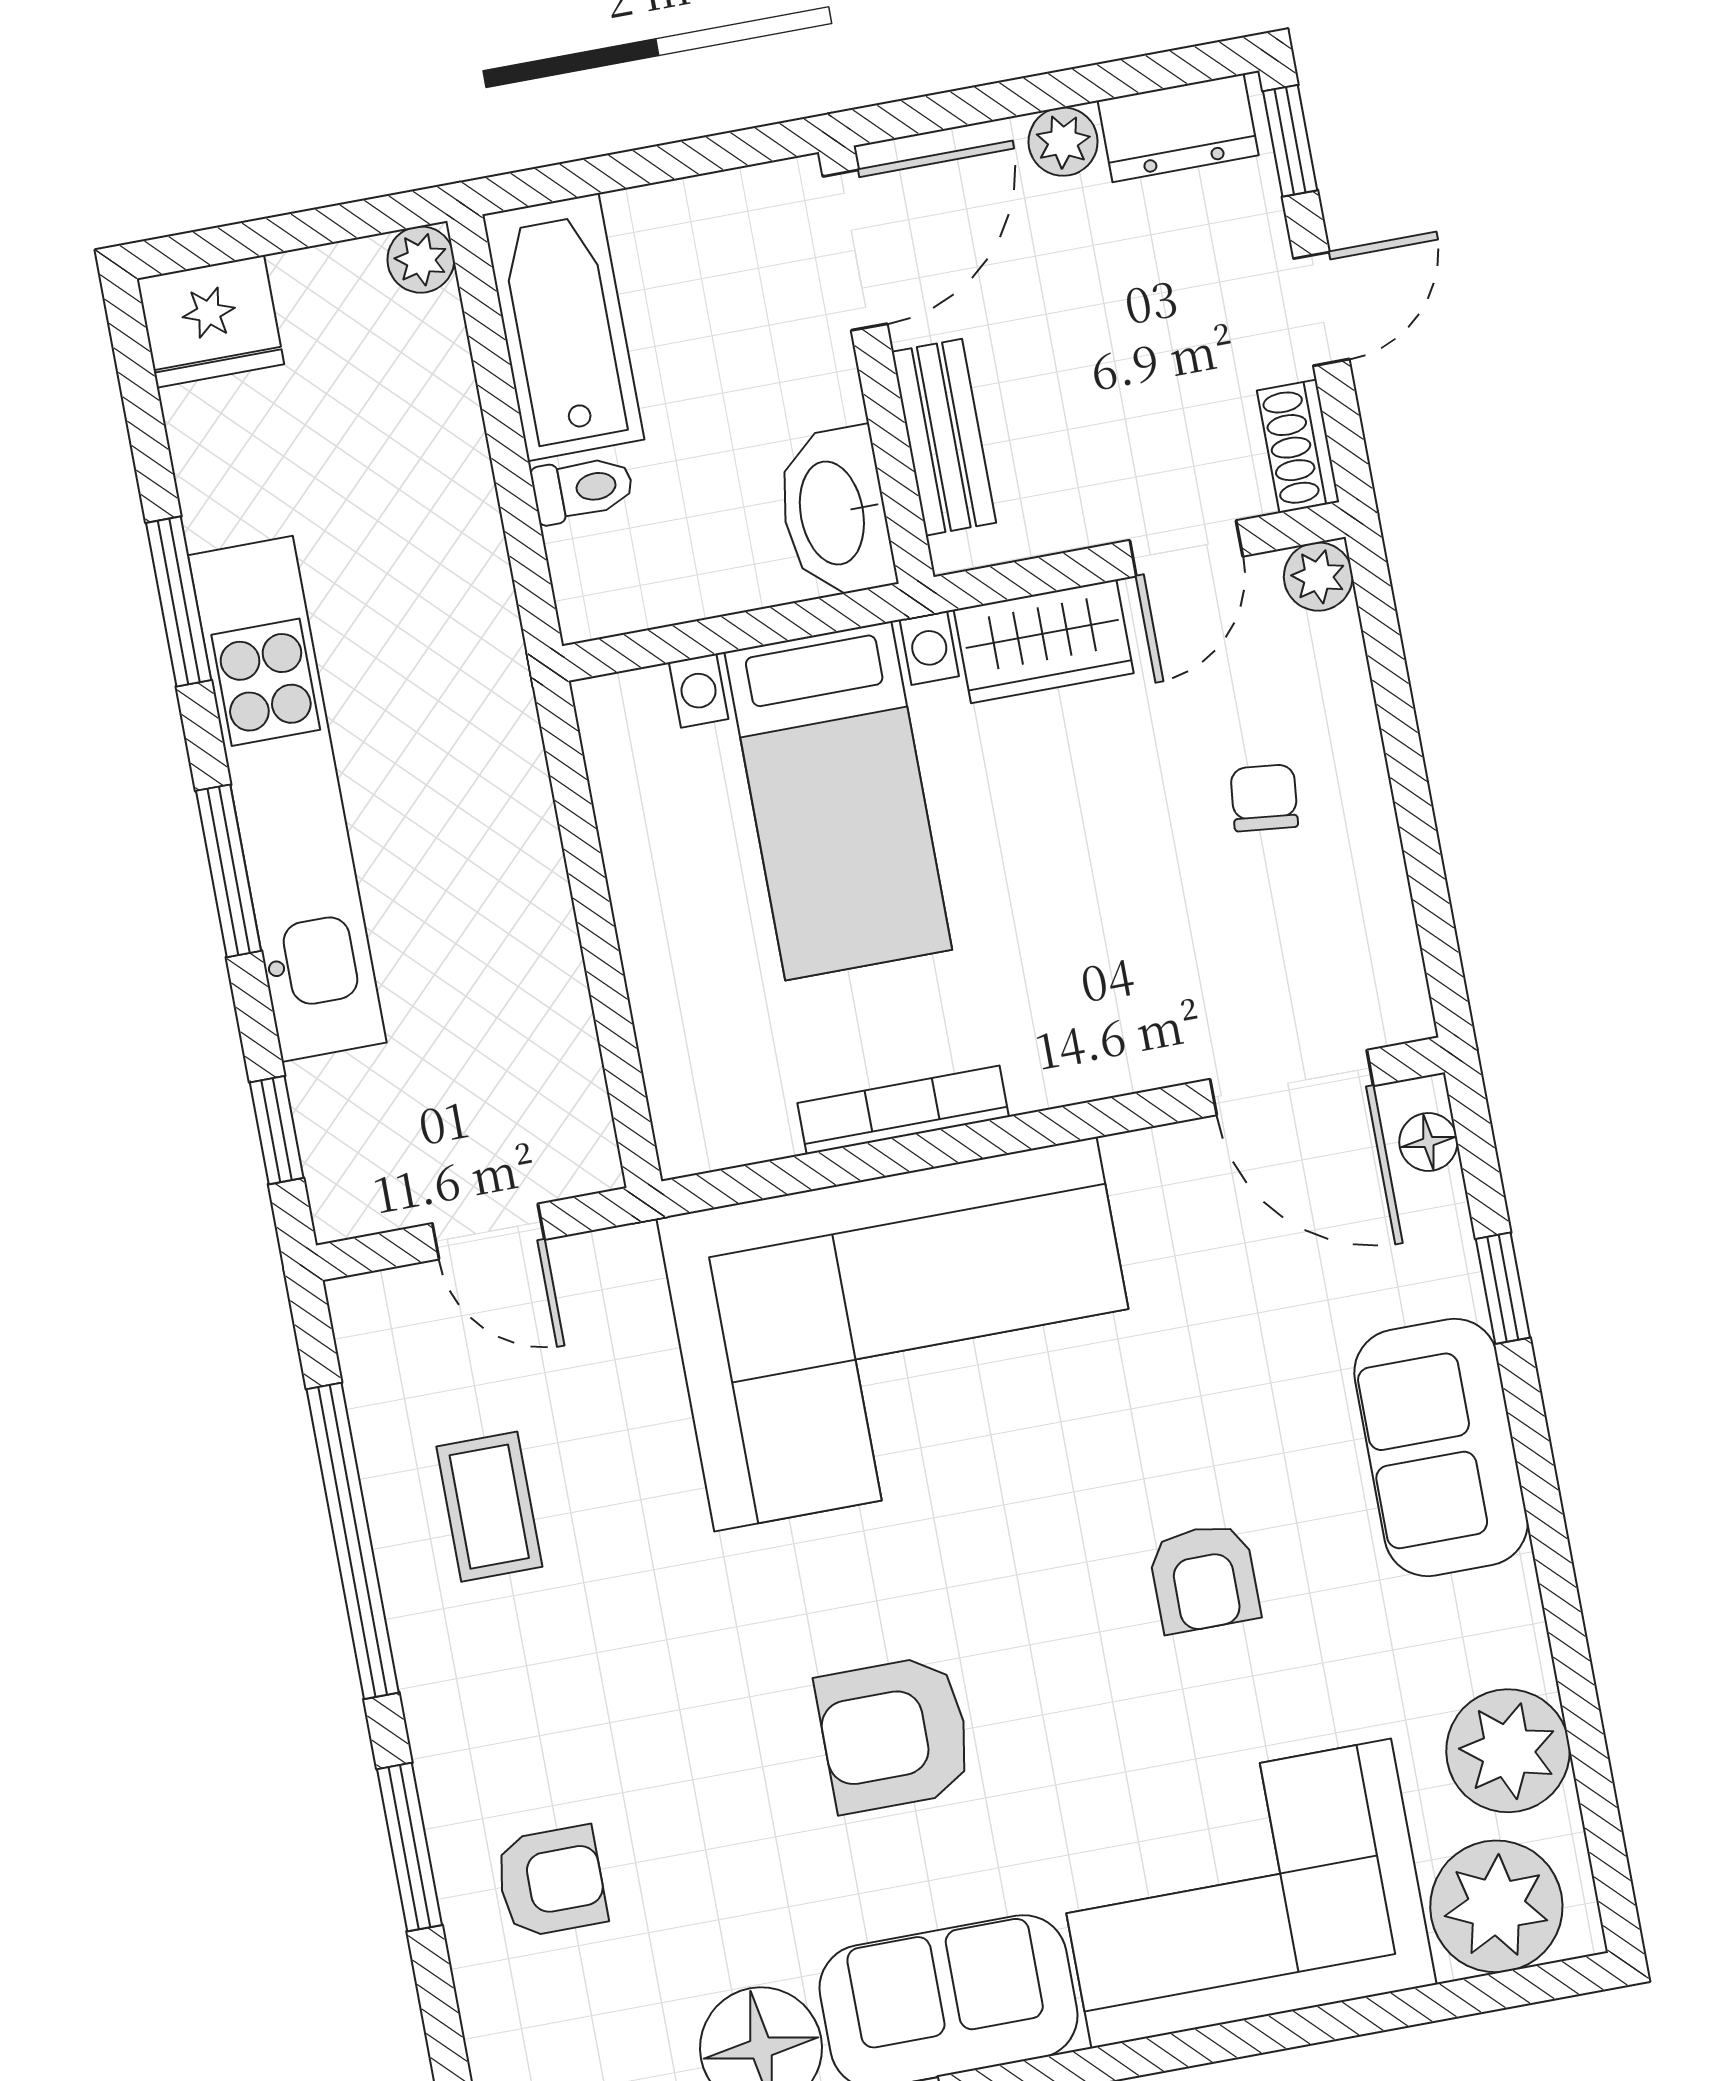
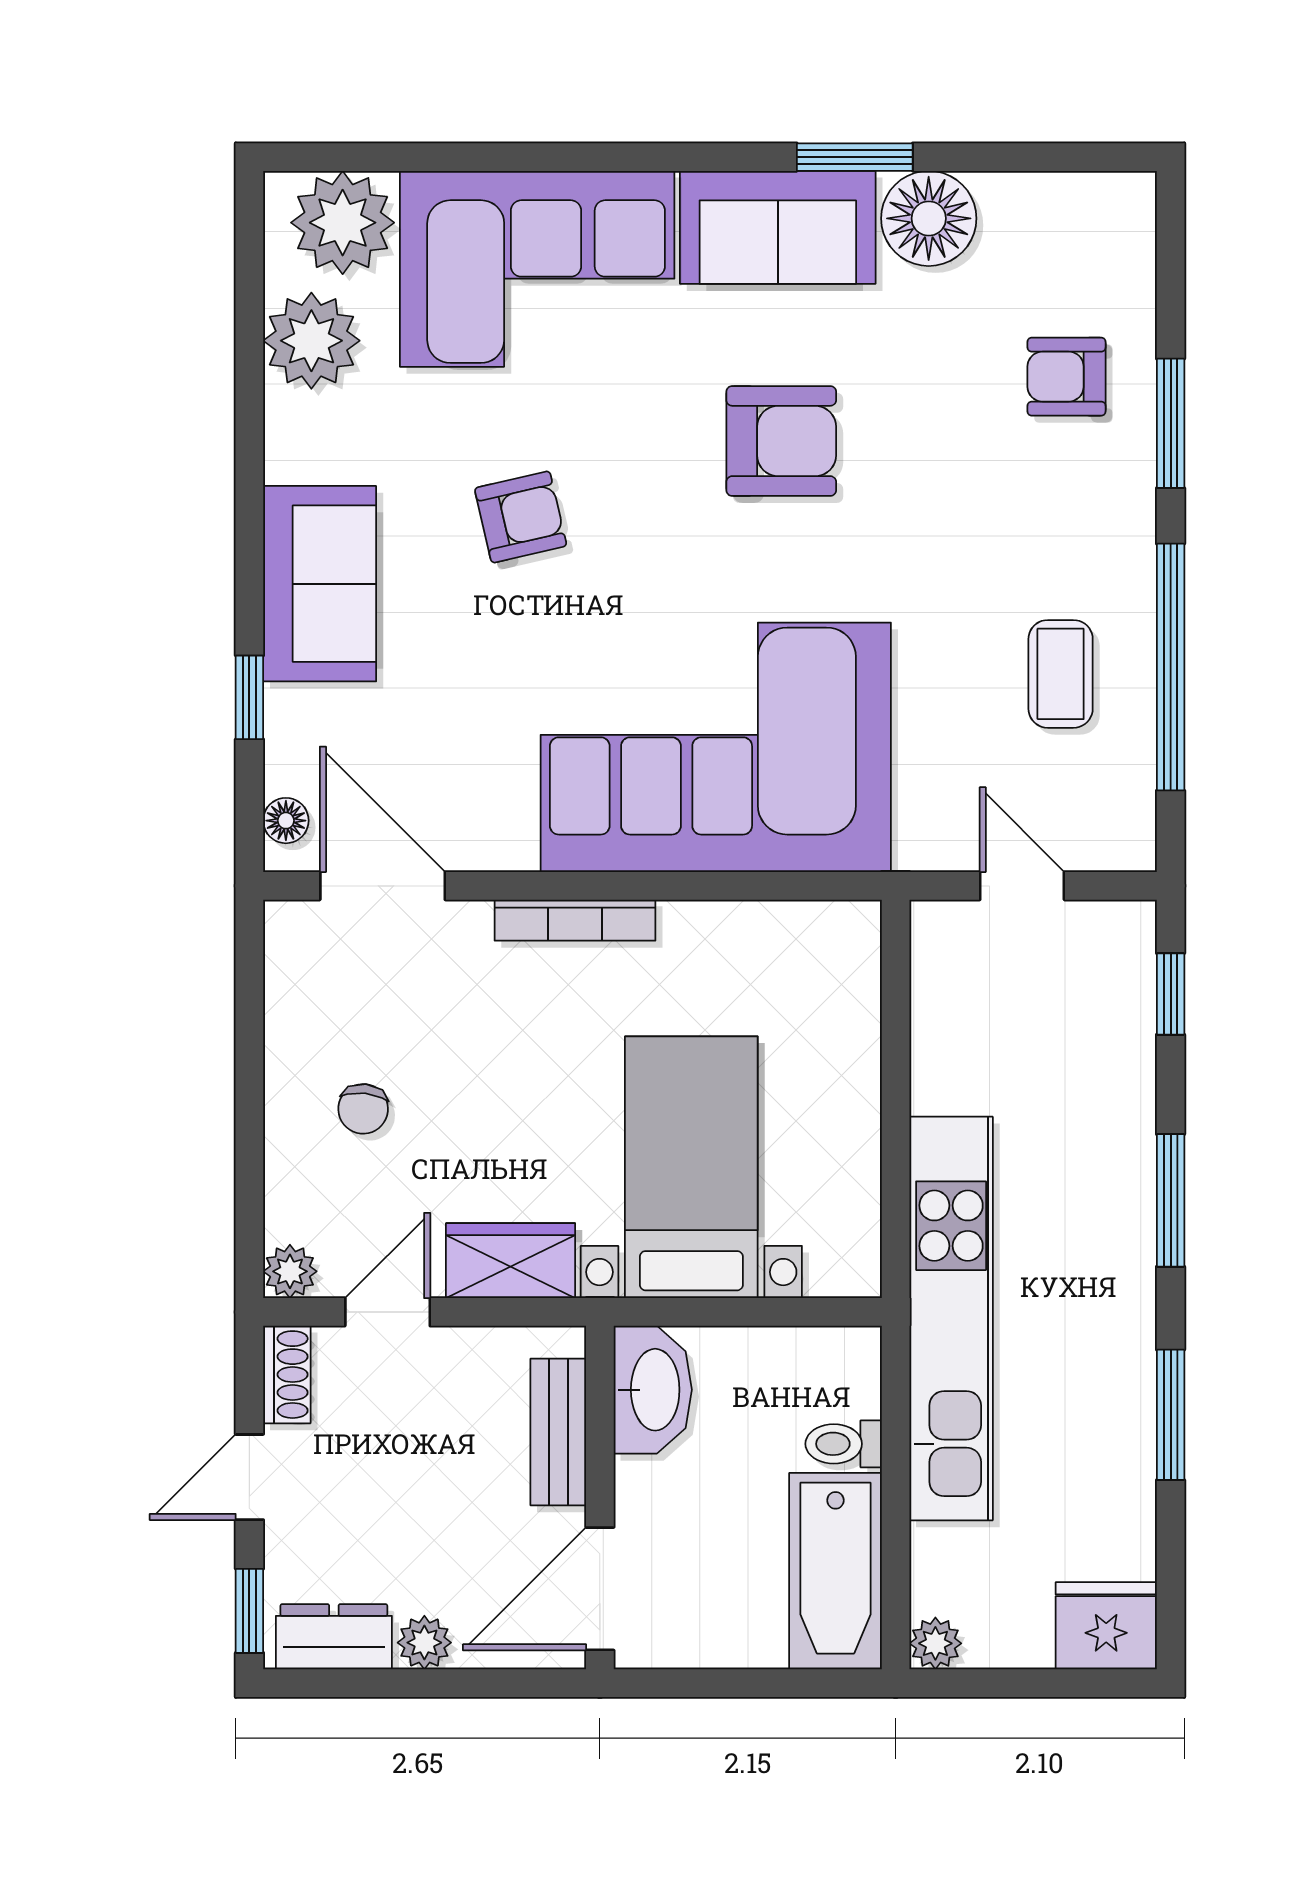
kitchen unit: (287, 799) -> (951, 1319), moved, turned 180
bookcase: (903, 1110) -> (575, 920), moved
armchair: (1204, 1578) -> (521, 517), turned 77

